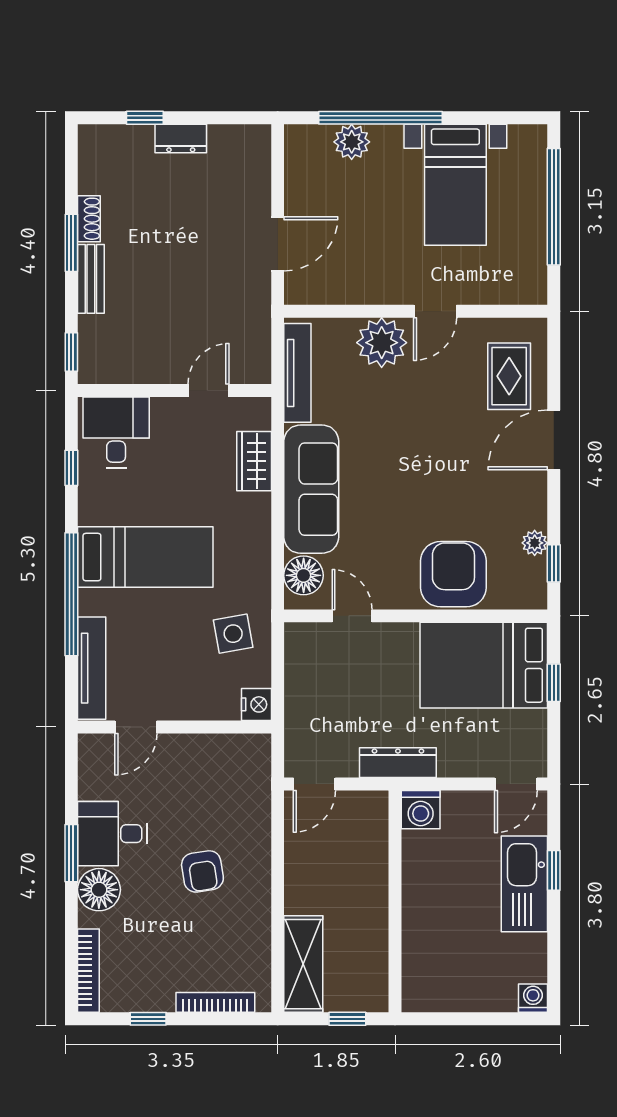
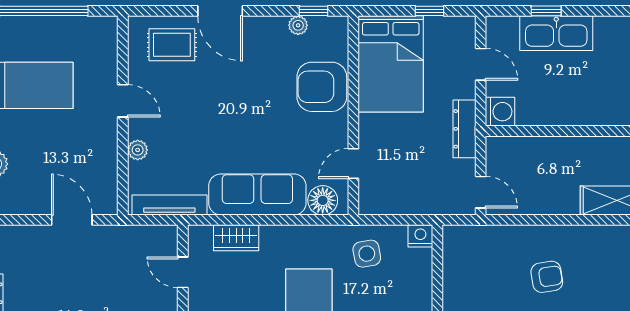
plant: (382, 343) -> (138, 150), width x0.53, depth x0.53
window: (554, 683) -> (430, 11), moved
door: (516, 784) -> (481, 64), moved

